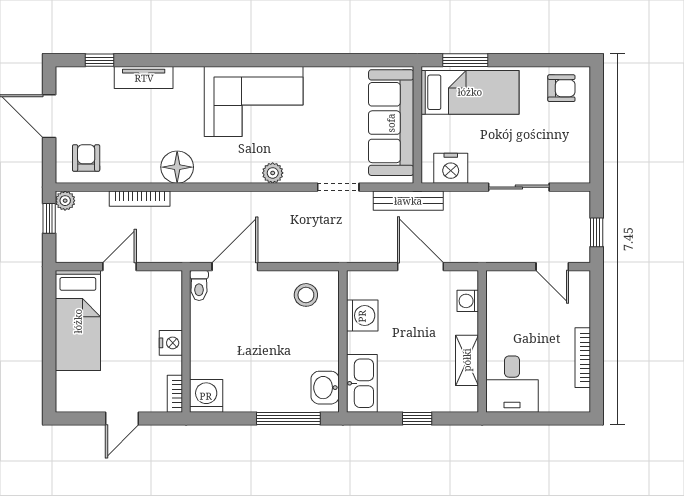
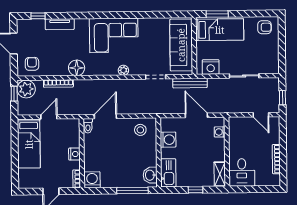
plant: (65, 201) -> (26, 89), width x1.88, depth x1.88
shelving: (467, 360) -> (220, 174), moved

